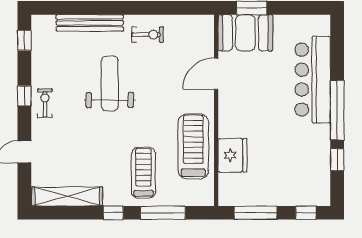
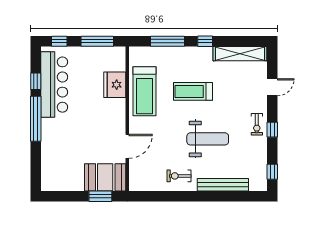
bar counter: (313, 80) -> (54, 85), moved
weight bench: (110, 84) -> (208, 139), turned -90
treadmill: (143, 173) -> (193, 91), moved, turned 90

